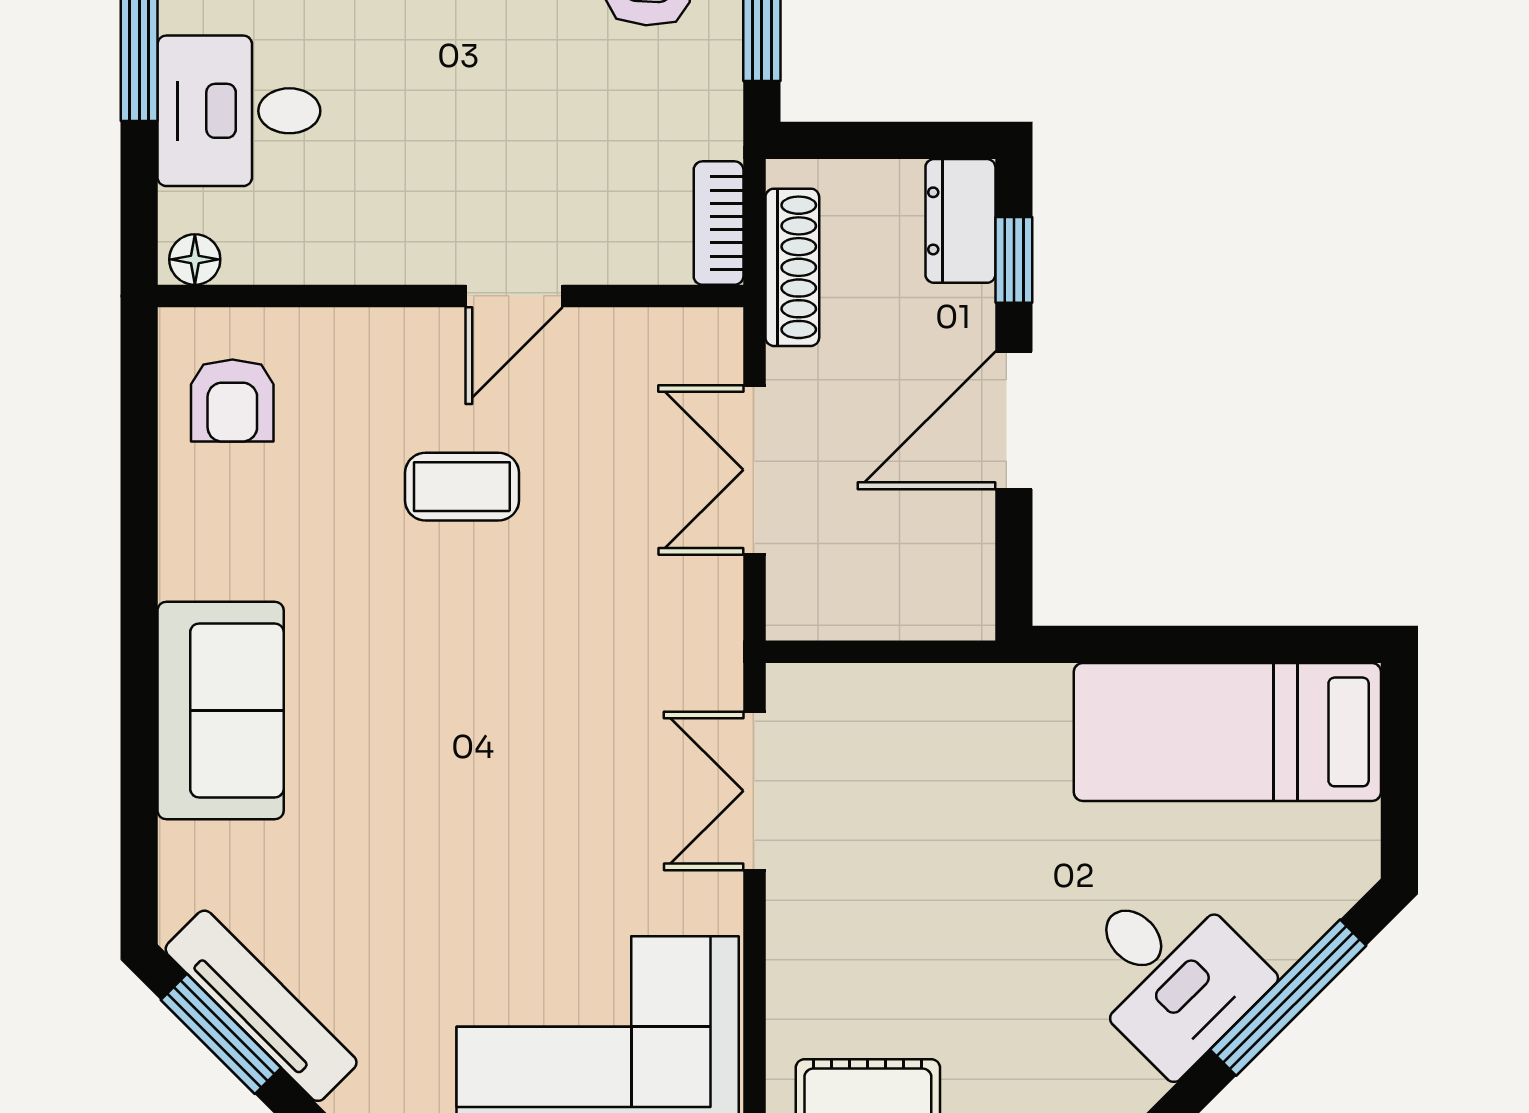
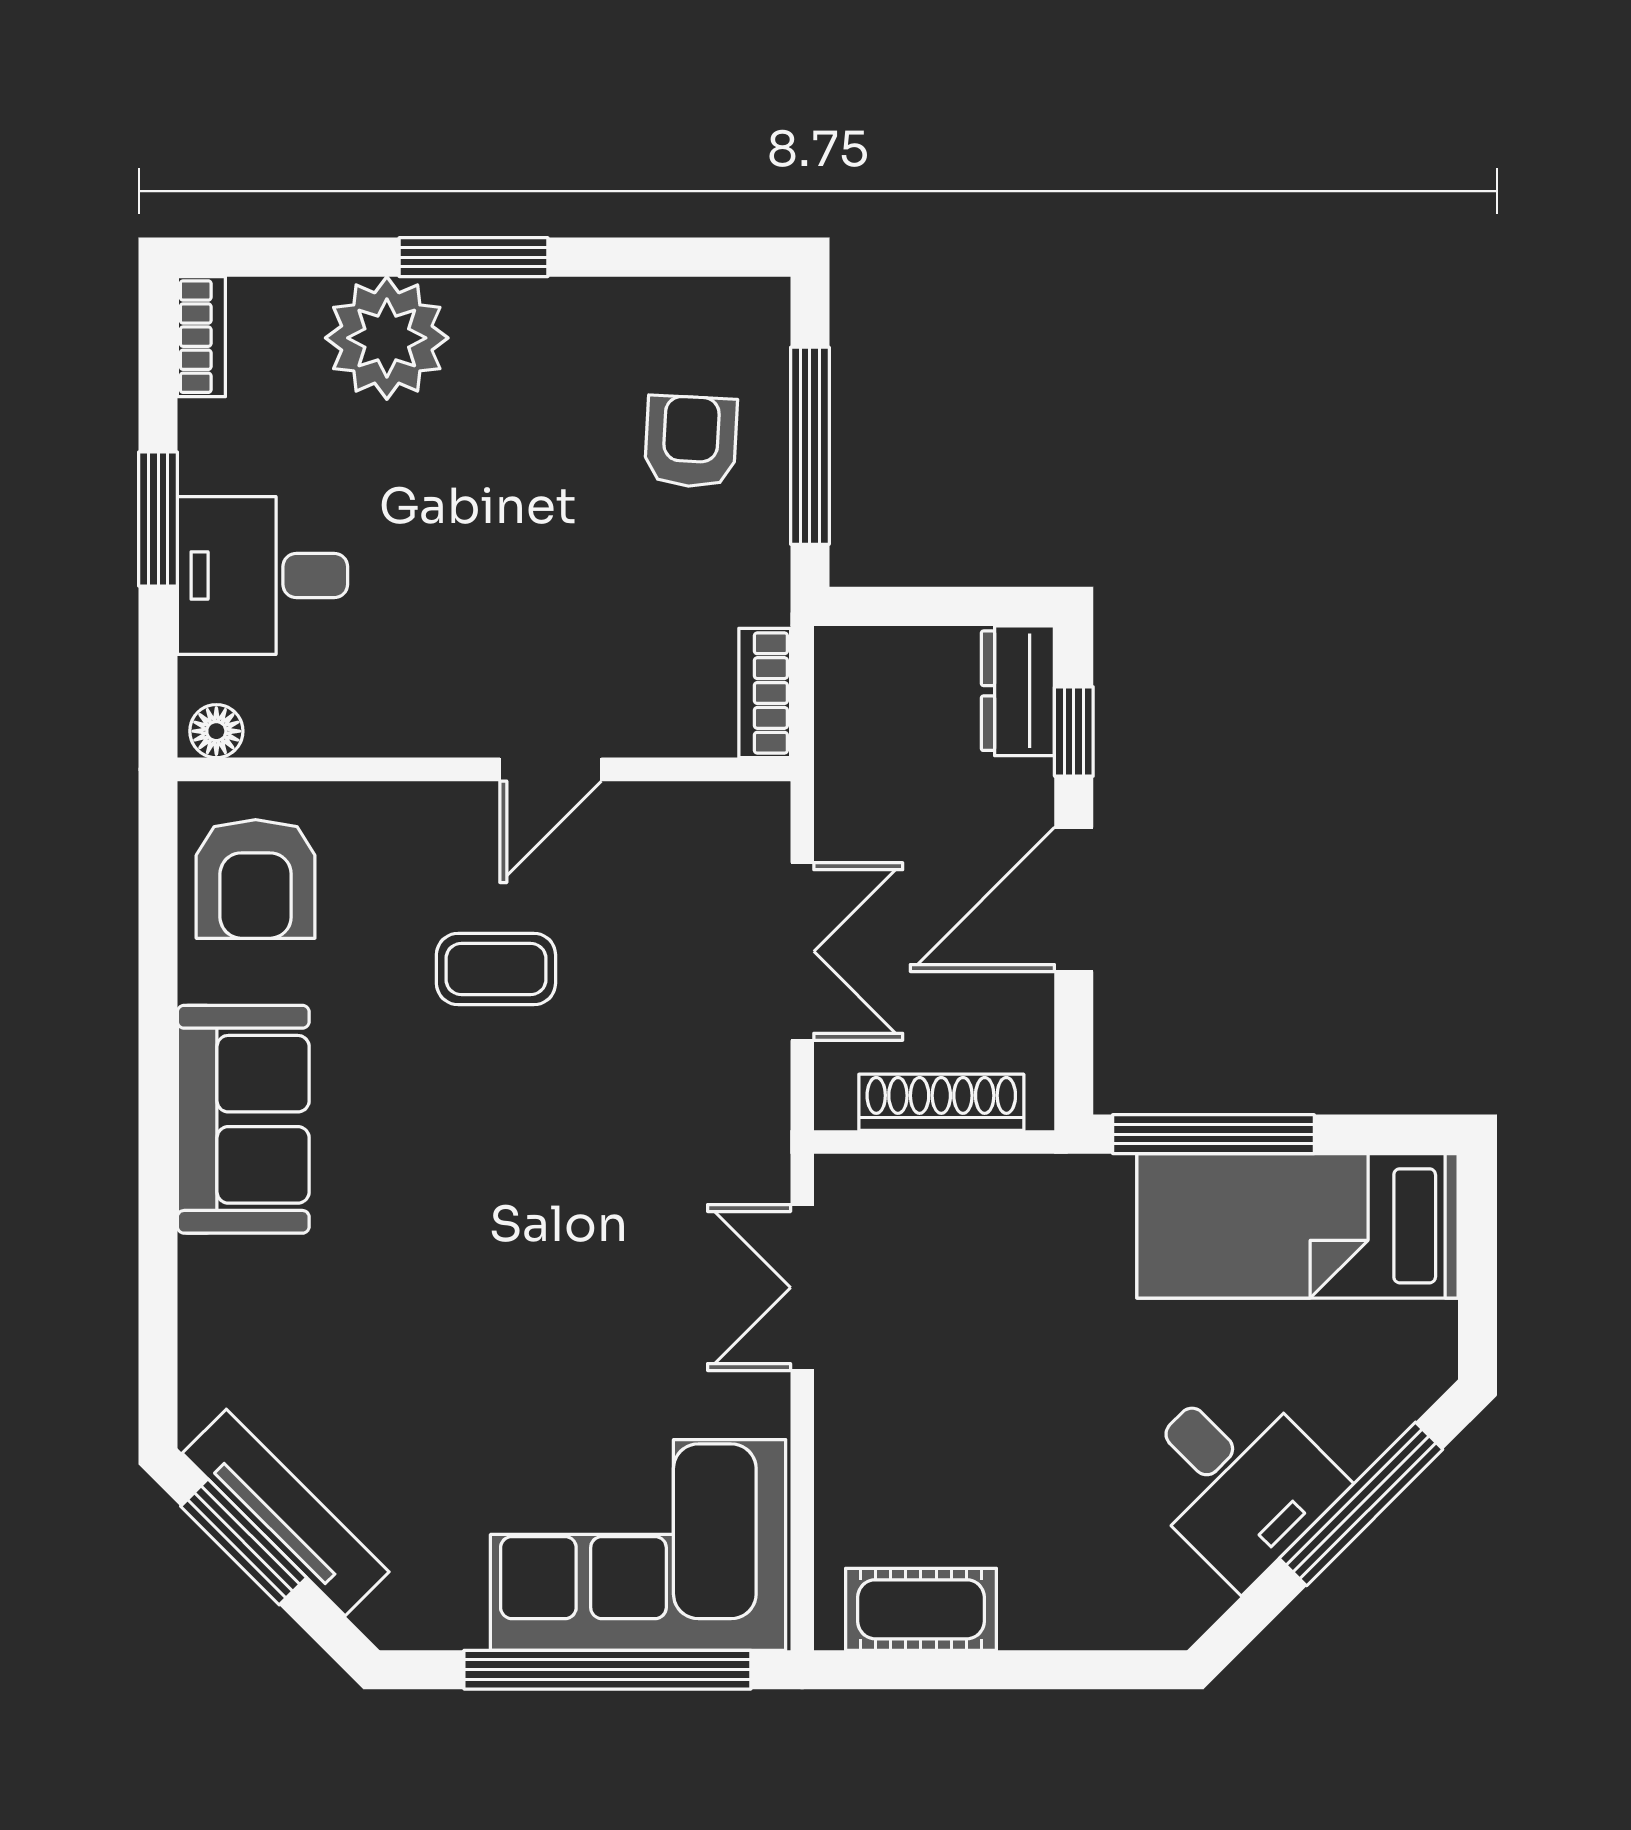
shoe rack: (792, 267) -> (941, 1102), moved, turned -90
armchair: (232, 401) -> (256, 879), width x1.38, depth x1.38
double door: (754, 470) -> (802, 951), swing flipped
window: (1147, 644) -> (1213, 1134), added
sofa: (221, 710) -> (243, 1119), moved

